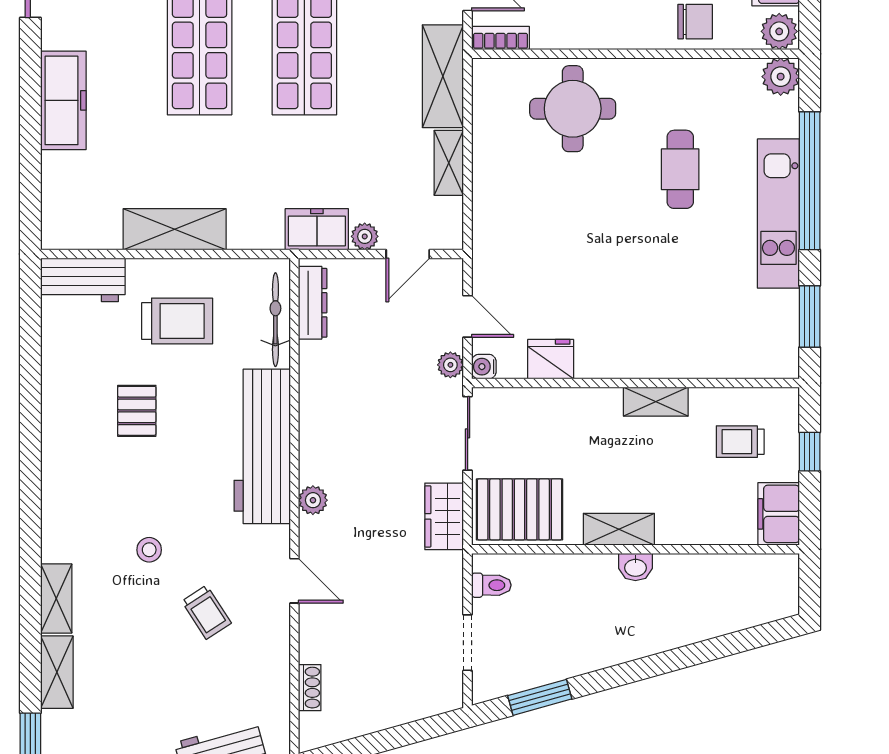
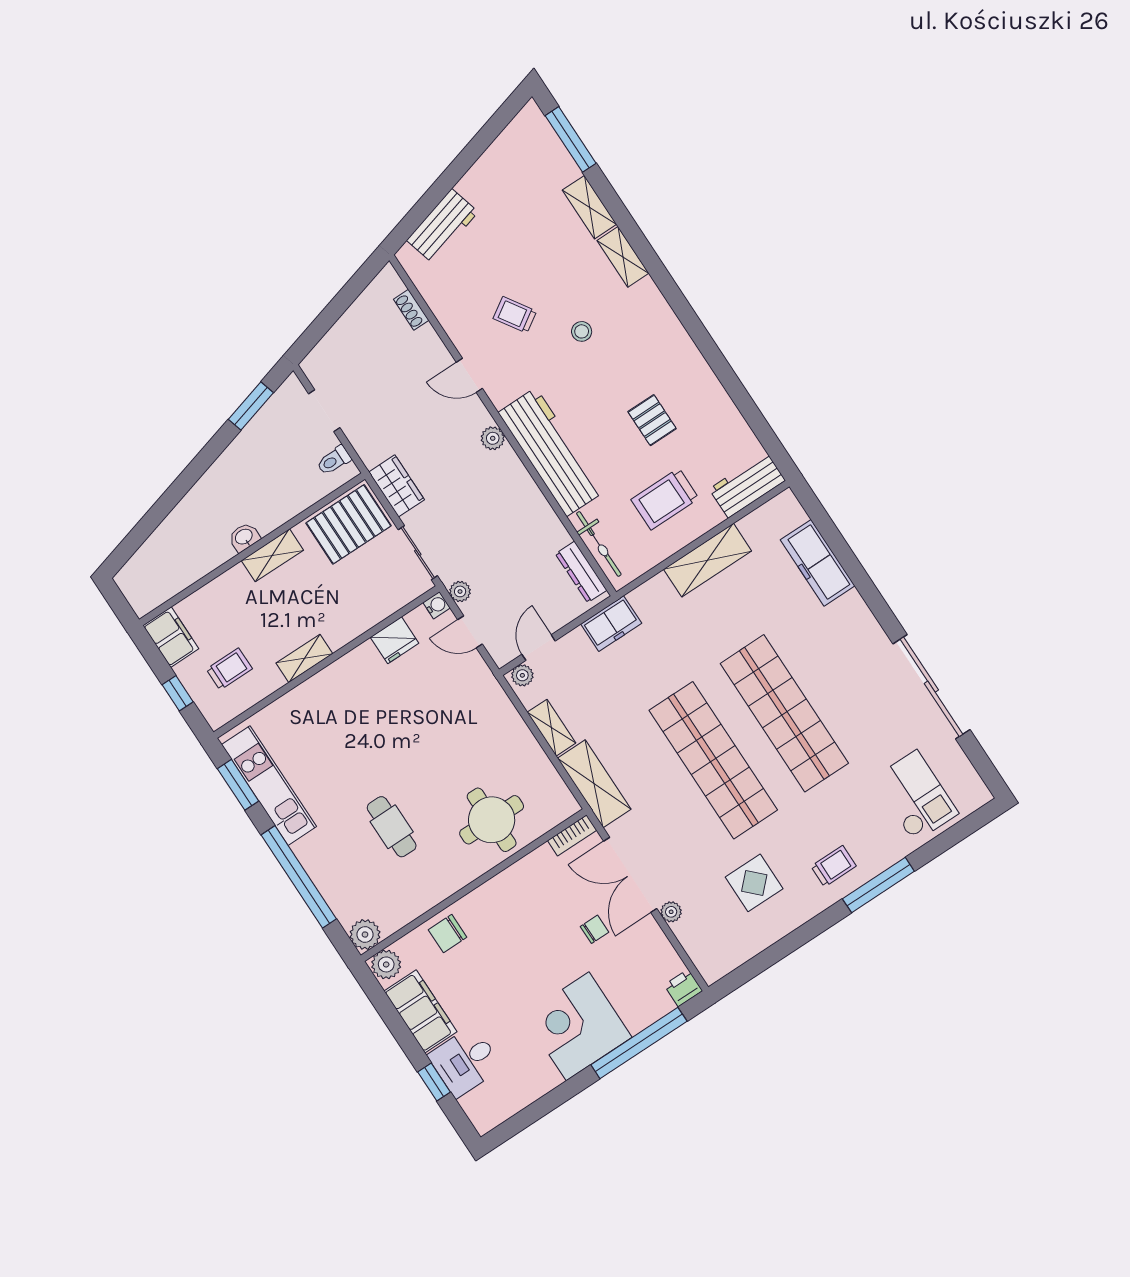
freezer: (63, 100) -> (818, 563), moved
kitchen unit: (778, 214) -> (269, 786), moved
plant: (365, 236) -> (522, 675), moved

